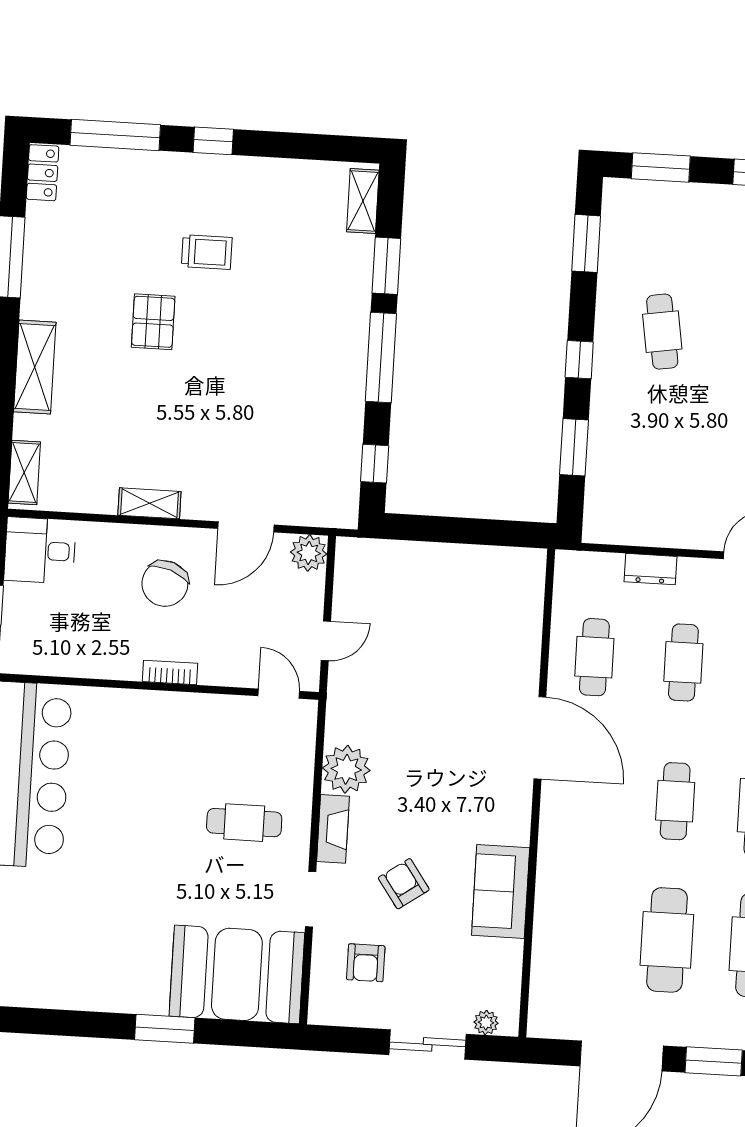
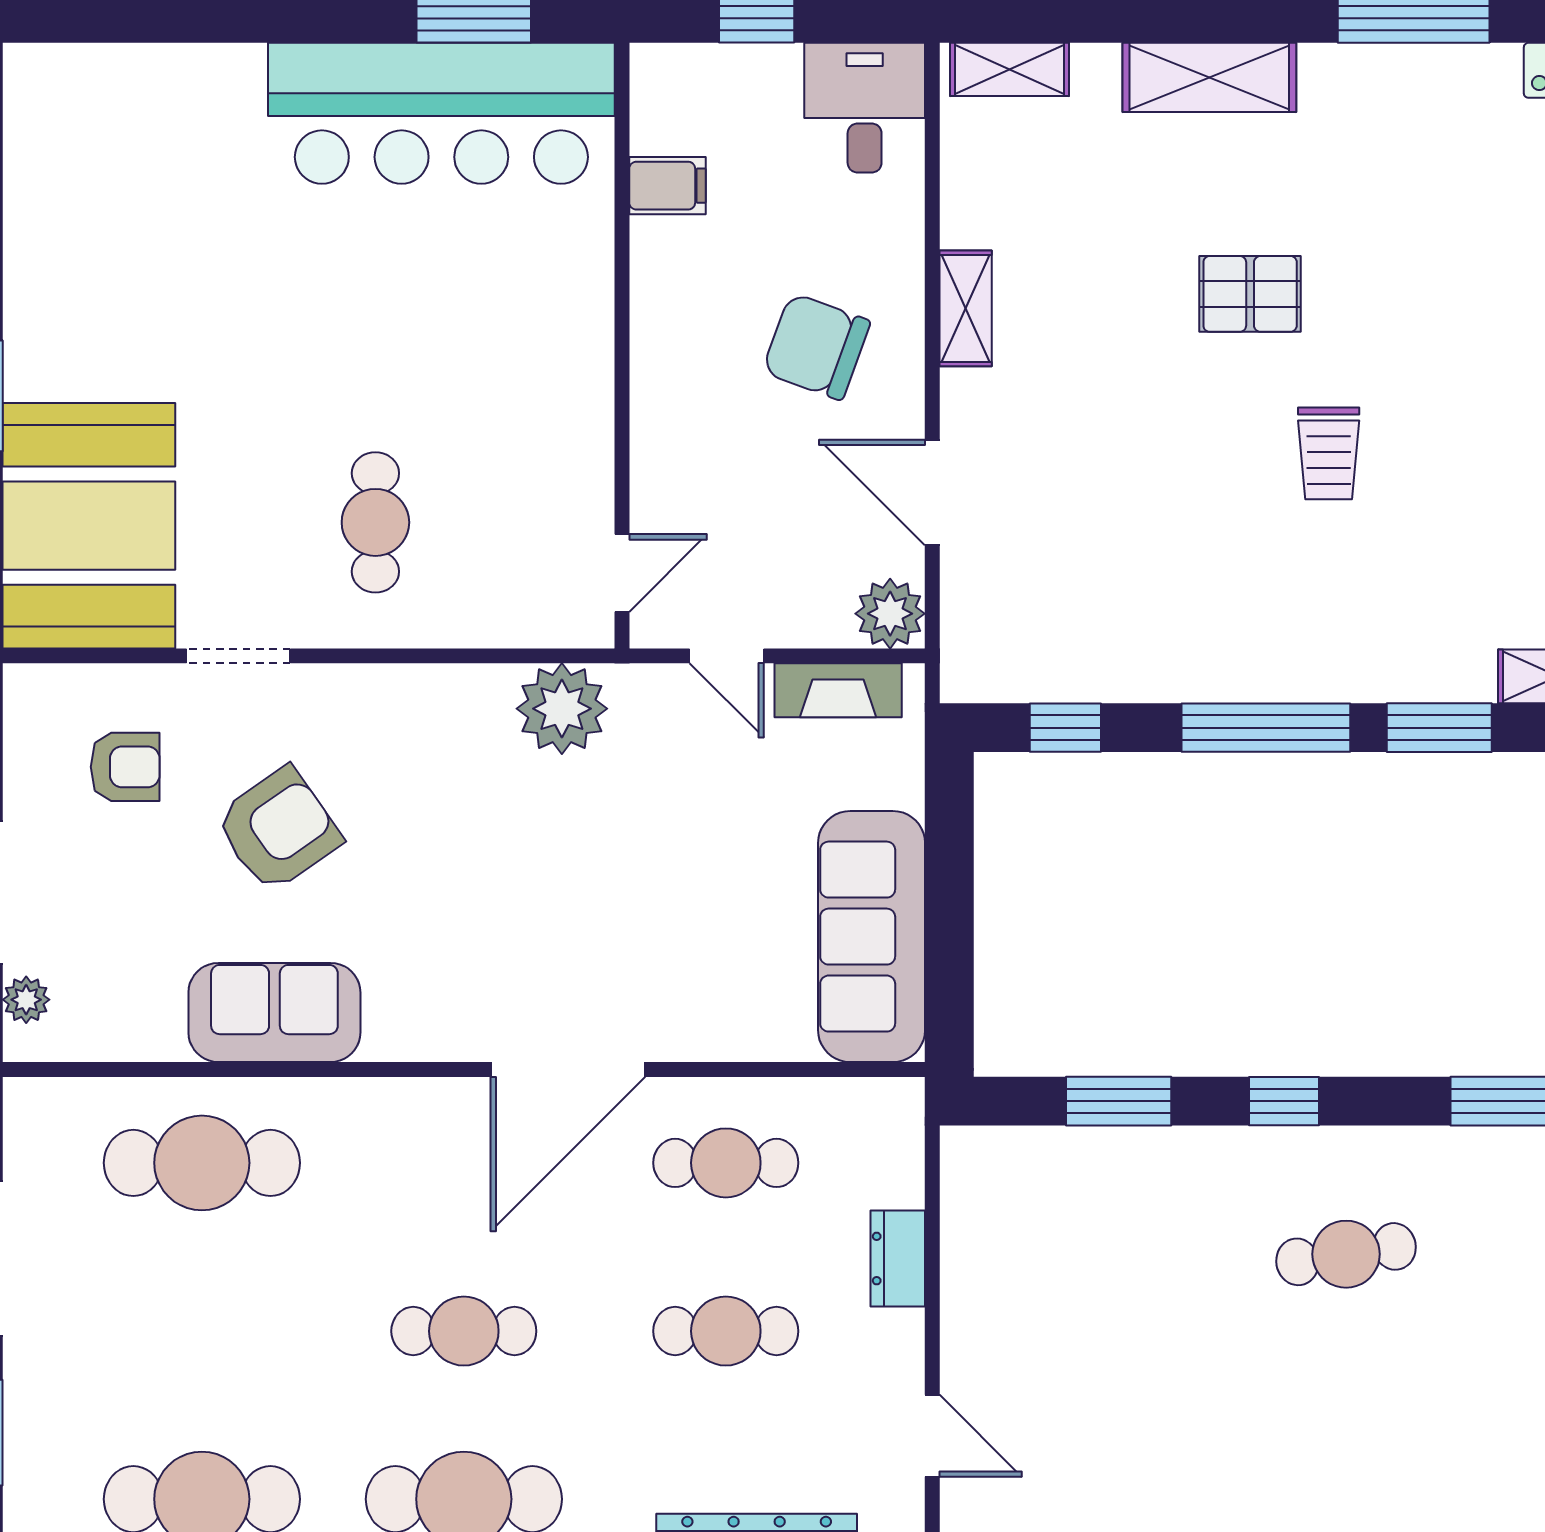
trolley: (207, 252) -> (1329, 453), moved
pallet: (153, 322) -> (1250, 294), moved
sofa: (479, 573) -> (872, 937), added
filing cabinet: (75, 657) -> (668, 186), added
bookcase: (170, 672) -> (650, 366), removed
plant: (346, 769) -> (562, 709), moved
fireplace: (333, 829) -> (838, 690), moved
armchair: (404, 884) -> (278, 830), width x1.38, depth x1.38
cafe table: (667, 940) -> (202, 1163), moved
armchair: (366, 963) -> (125, 767), turned 180

